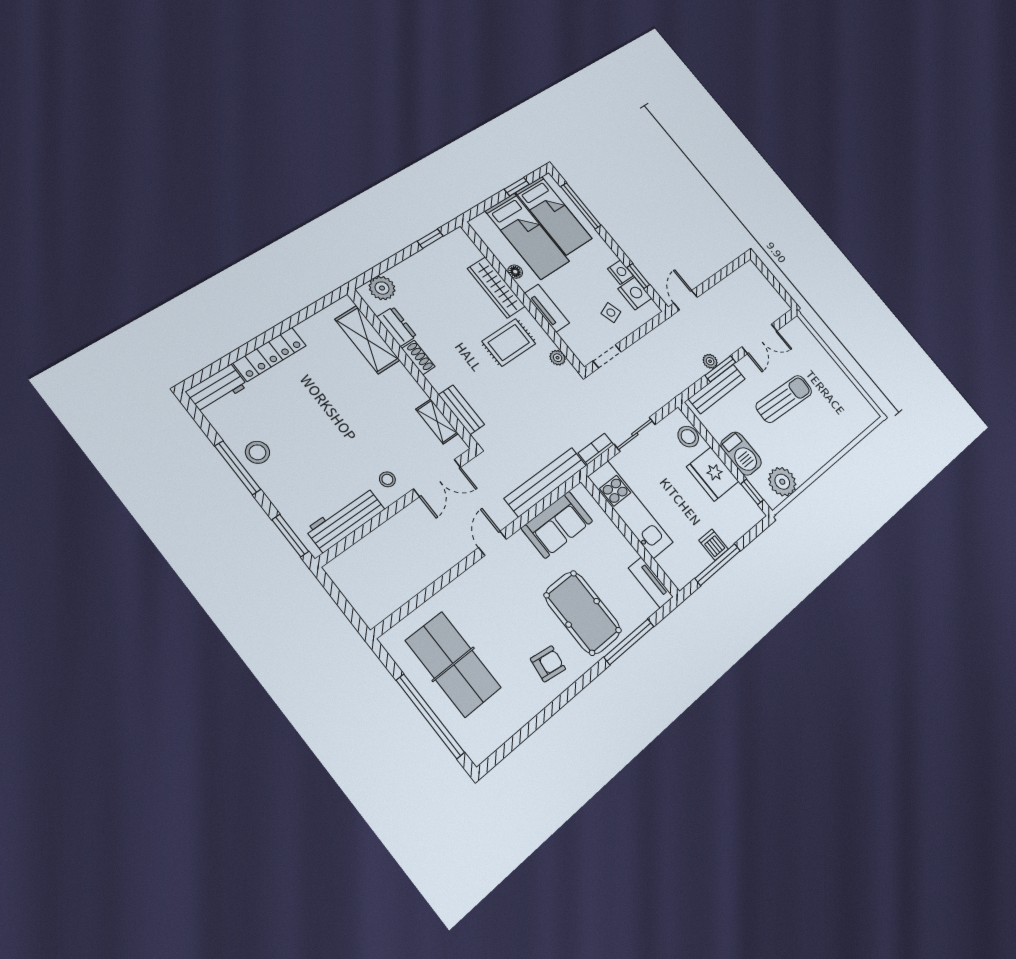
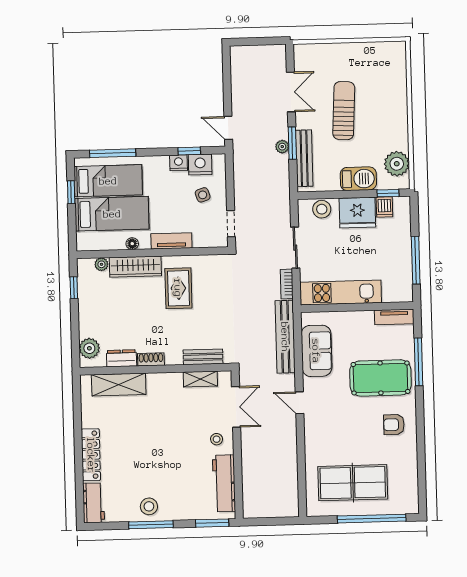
plant: (558, 358) -> (101, 264), moved
dishwasher: (714, 545) -> (384, 207), moved, turned -90
armchair: (548, 664) -> (394, 425), turned -98

